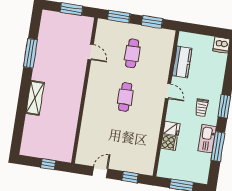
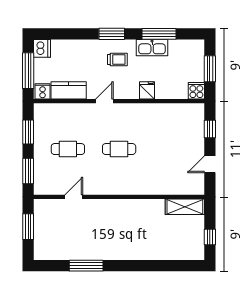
window: (204, 30) -> (28, 71), added
cooker: (185, 40) -> (43, 91), added
shelving: (35, 98) -> (185, 207), moved
cooker: (169, 143) -> (196, 91), moved
window: (48, 164) -> (210, 237), moved
door: (100, 172) -> (210, 164), hinge flipped

